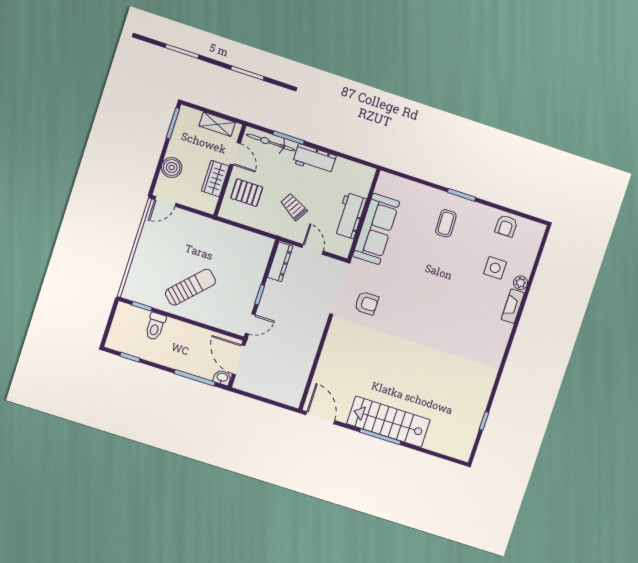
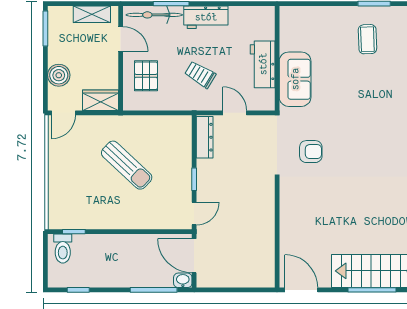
wardrobe: (215, 178) -> (101, 100), moved, turned 90
pallet: (247, 193) -> (146, 76), turned 90
sofa: (376, 229) -> (295, 79), width x0.73
sun lounger: (190, 287) -> (127, 165), moved, turned 89
toilet: (155, 326) -> (63, 248), moved

